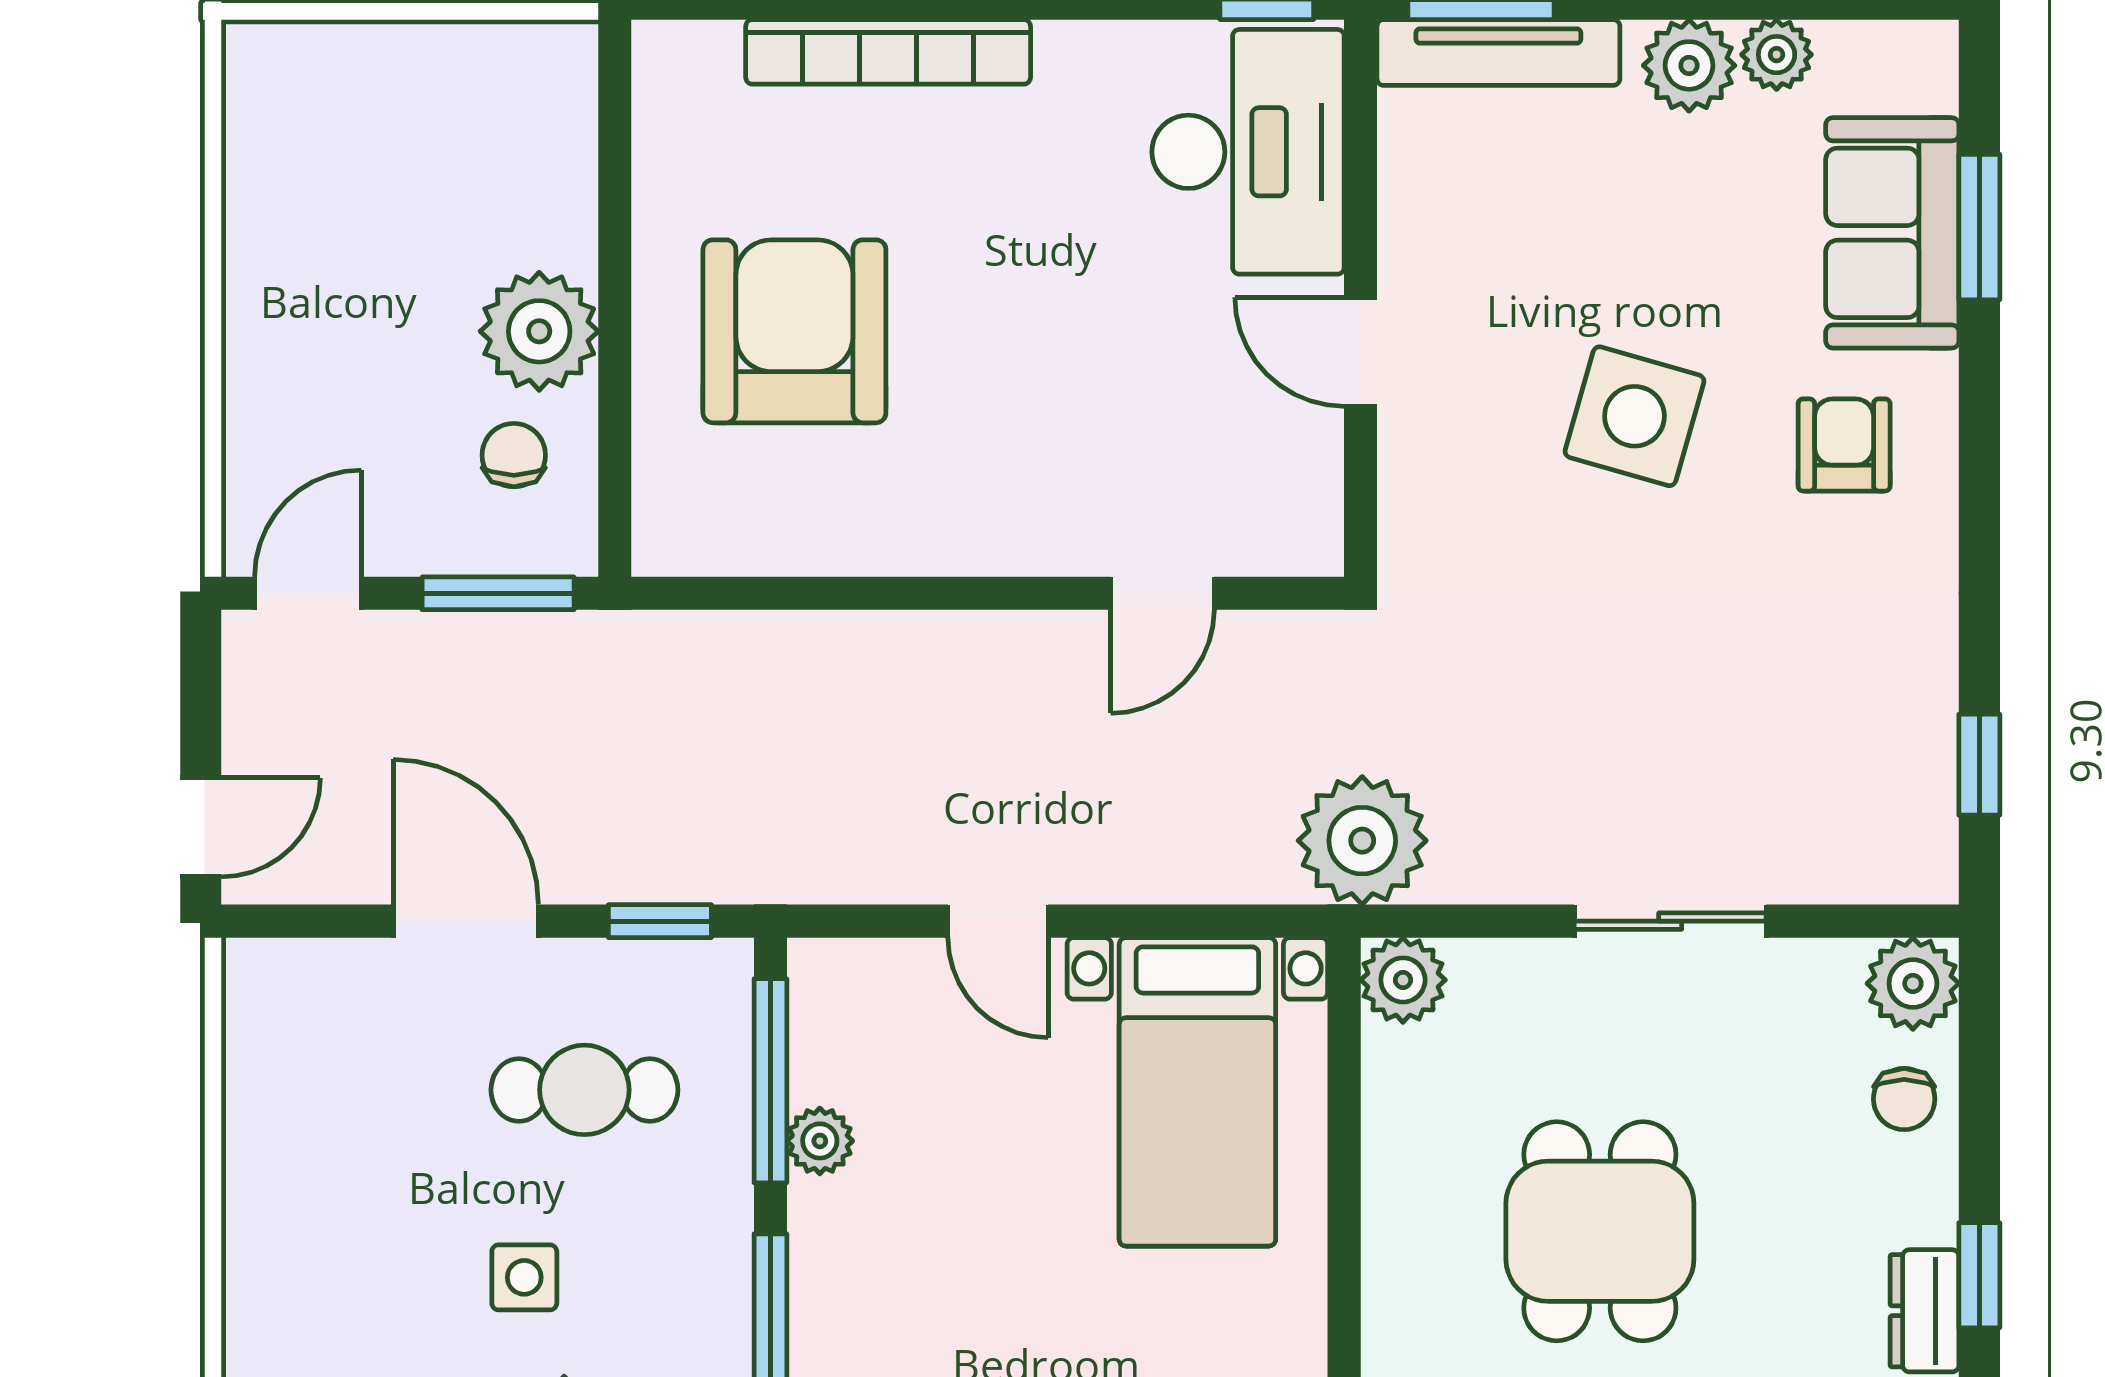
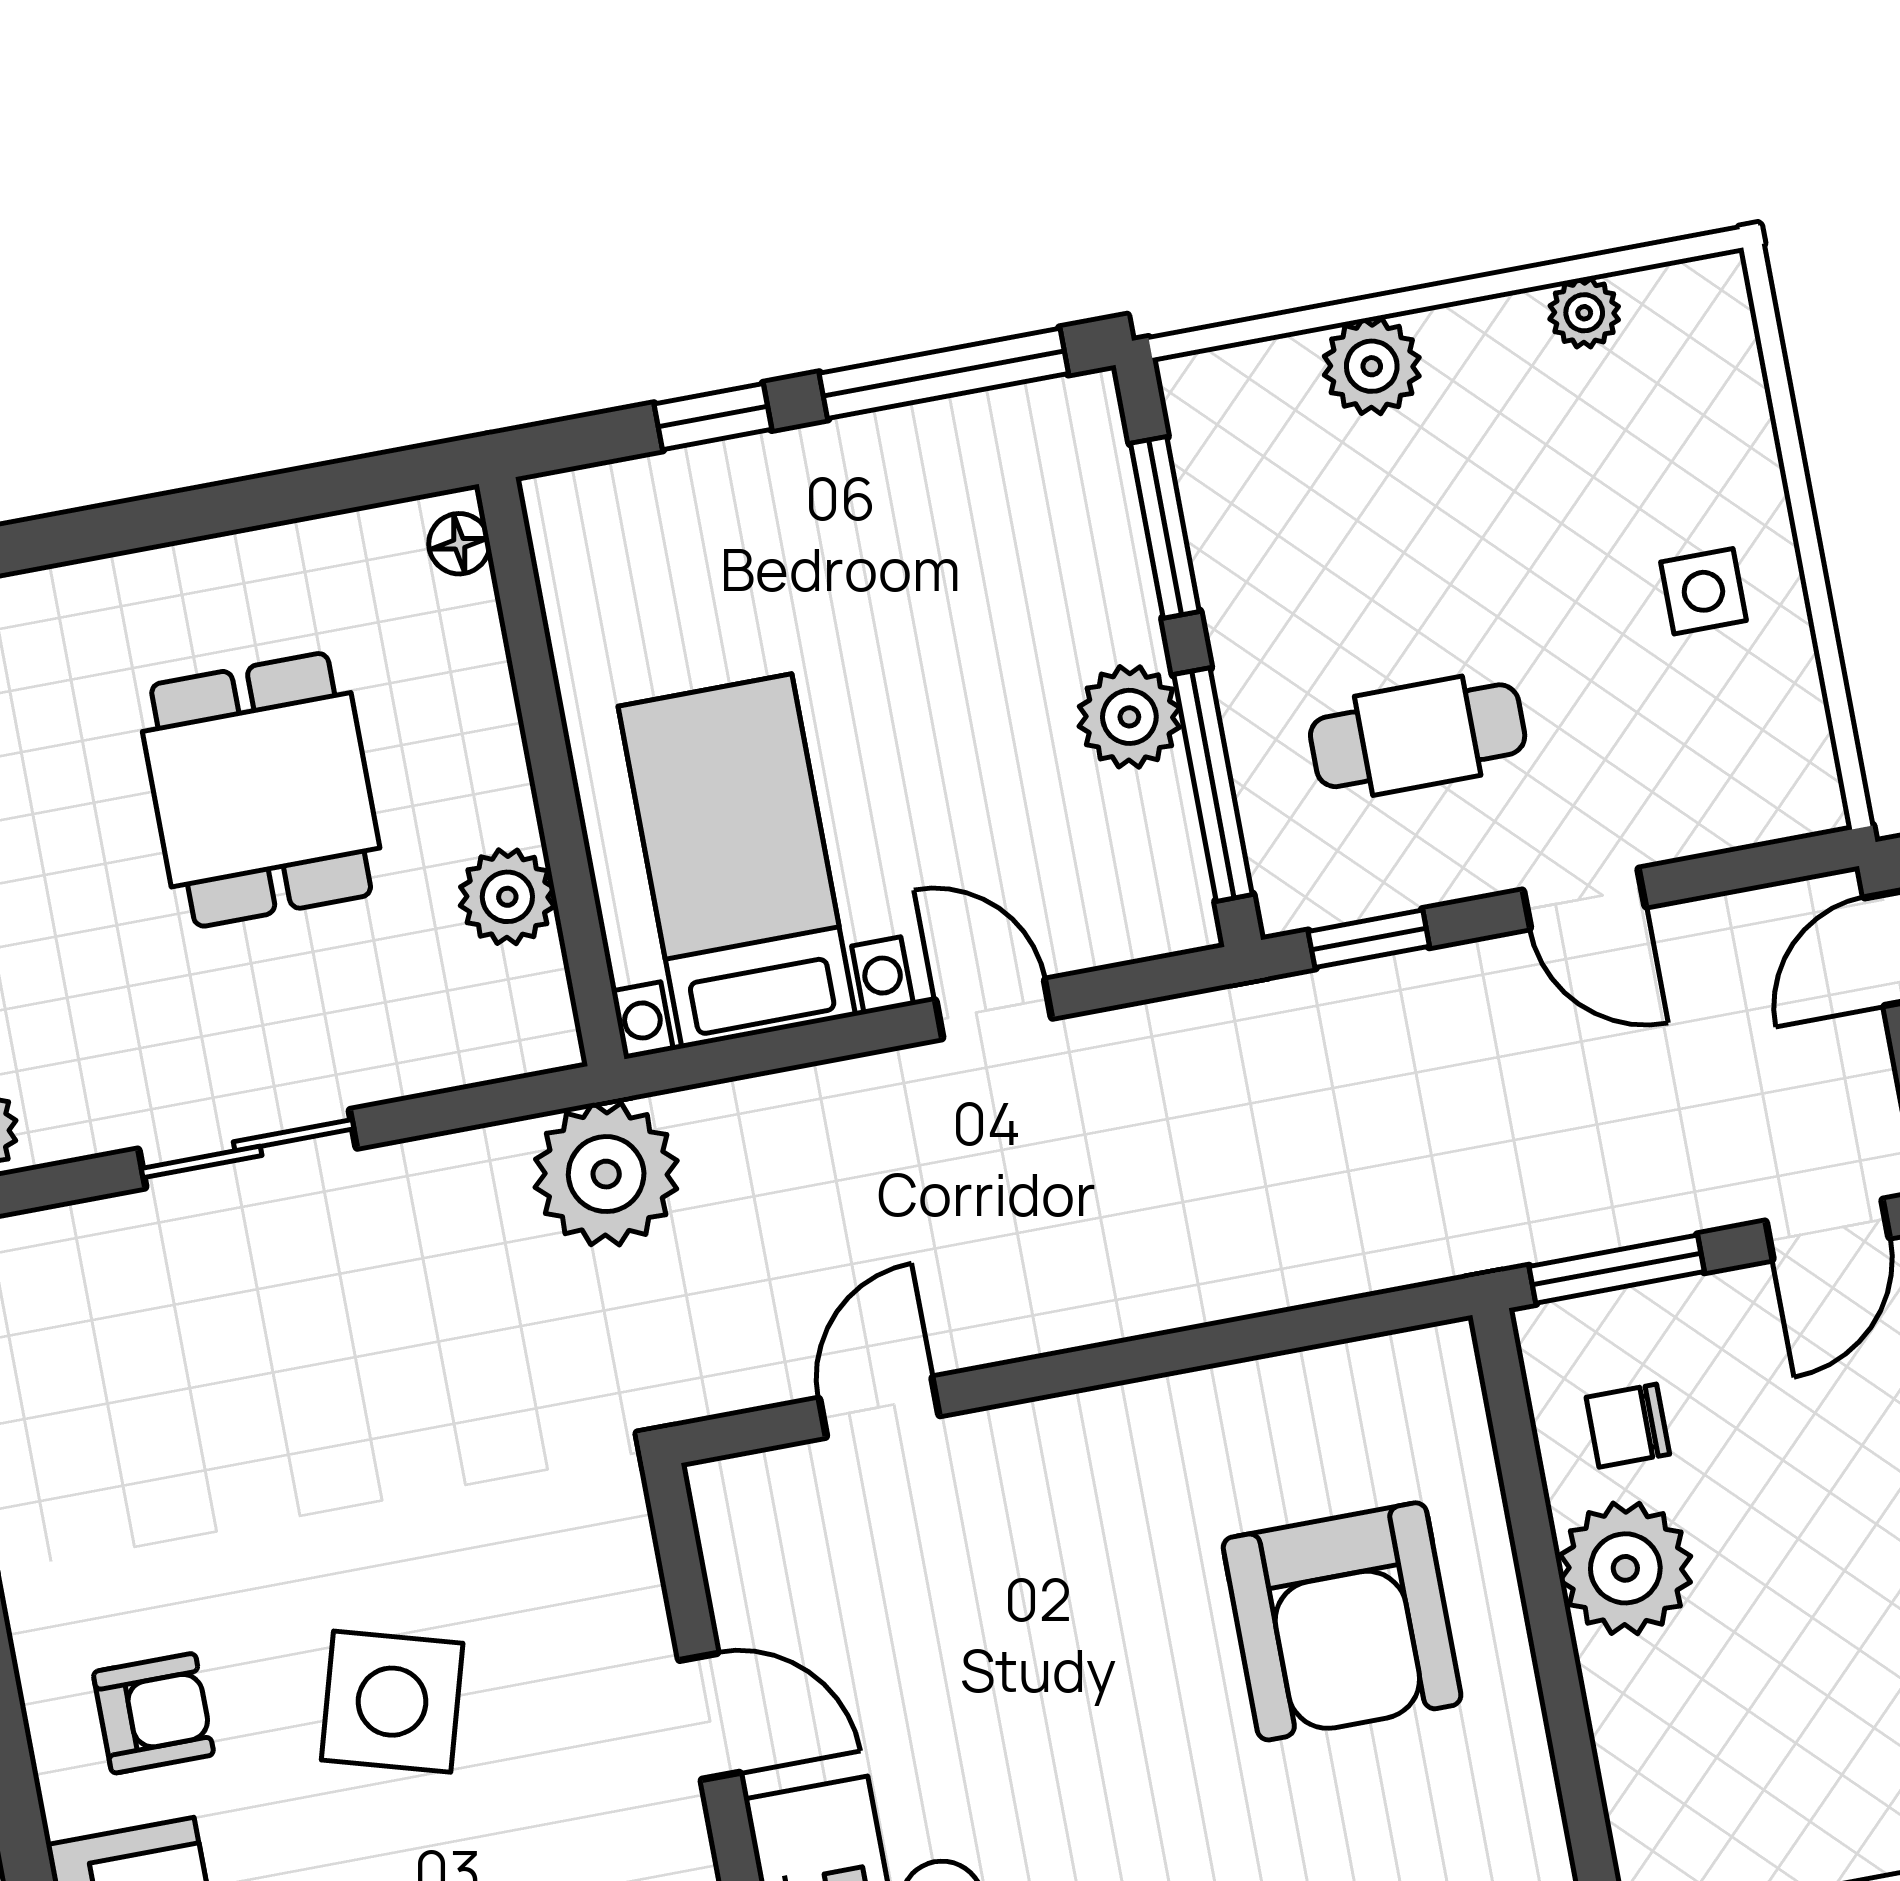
armchair: (1844, 445) -> (153, 1713), turned -90
chair: (514, 455) -> (1628, 1426), turned 90
door: (466, 921) -> (1584, 898), width x0.73
plant: (1403, 980) -> (507, 897), moved
plant: (820, 1141) -> (1129, 717), width x1.38, depth x1.38
side table: (524, 1277) -> (1703, 591), moved

